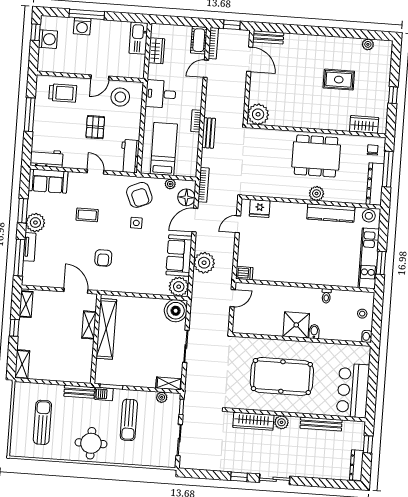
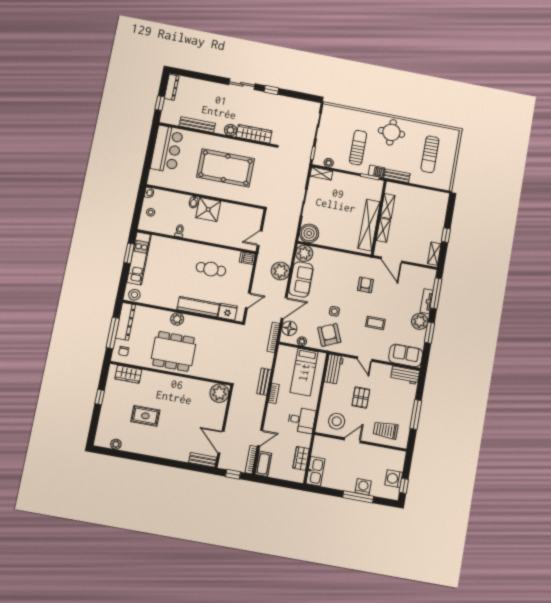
kitchen counter: (331, 213) -> (198, 307), moved
cafe table: (285, 256) -> (211, 269), added
shelving: (22, 364) -> (388, 206), moved

